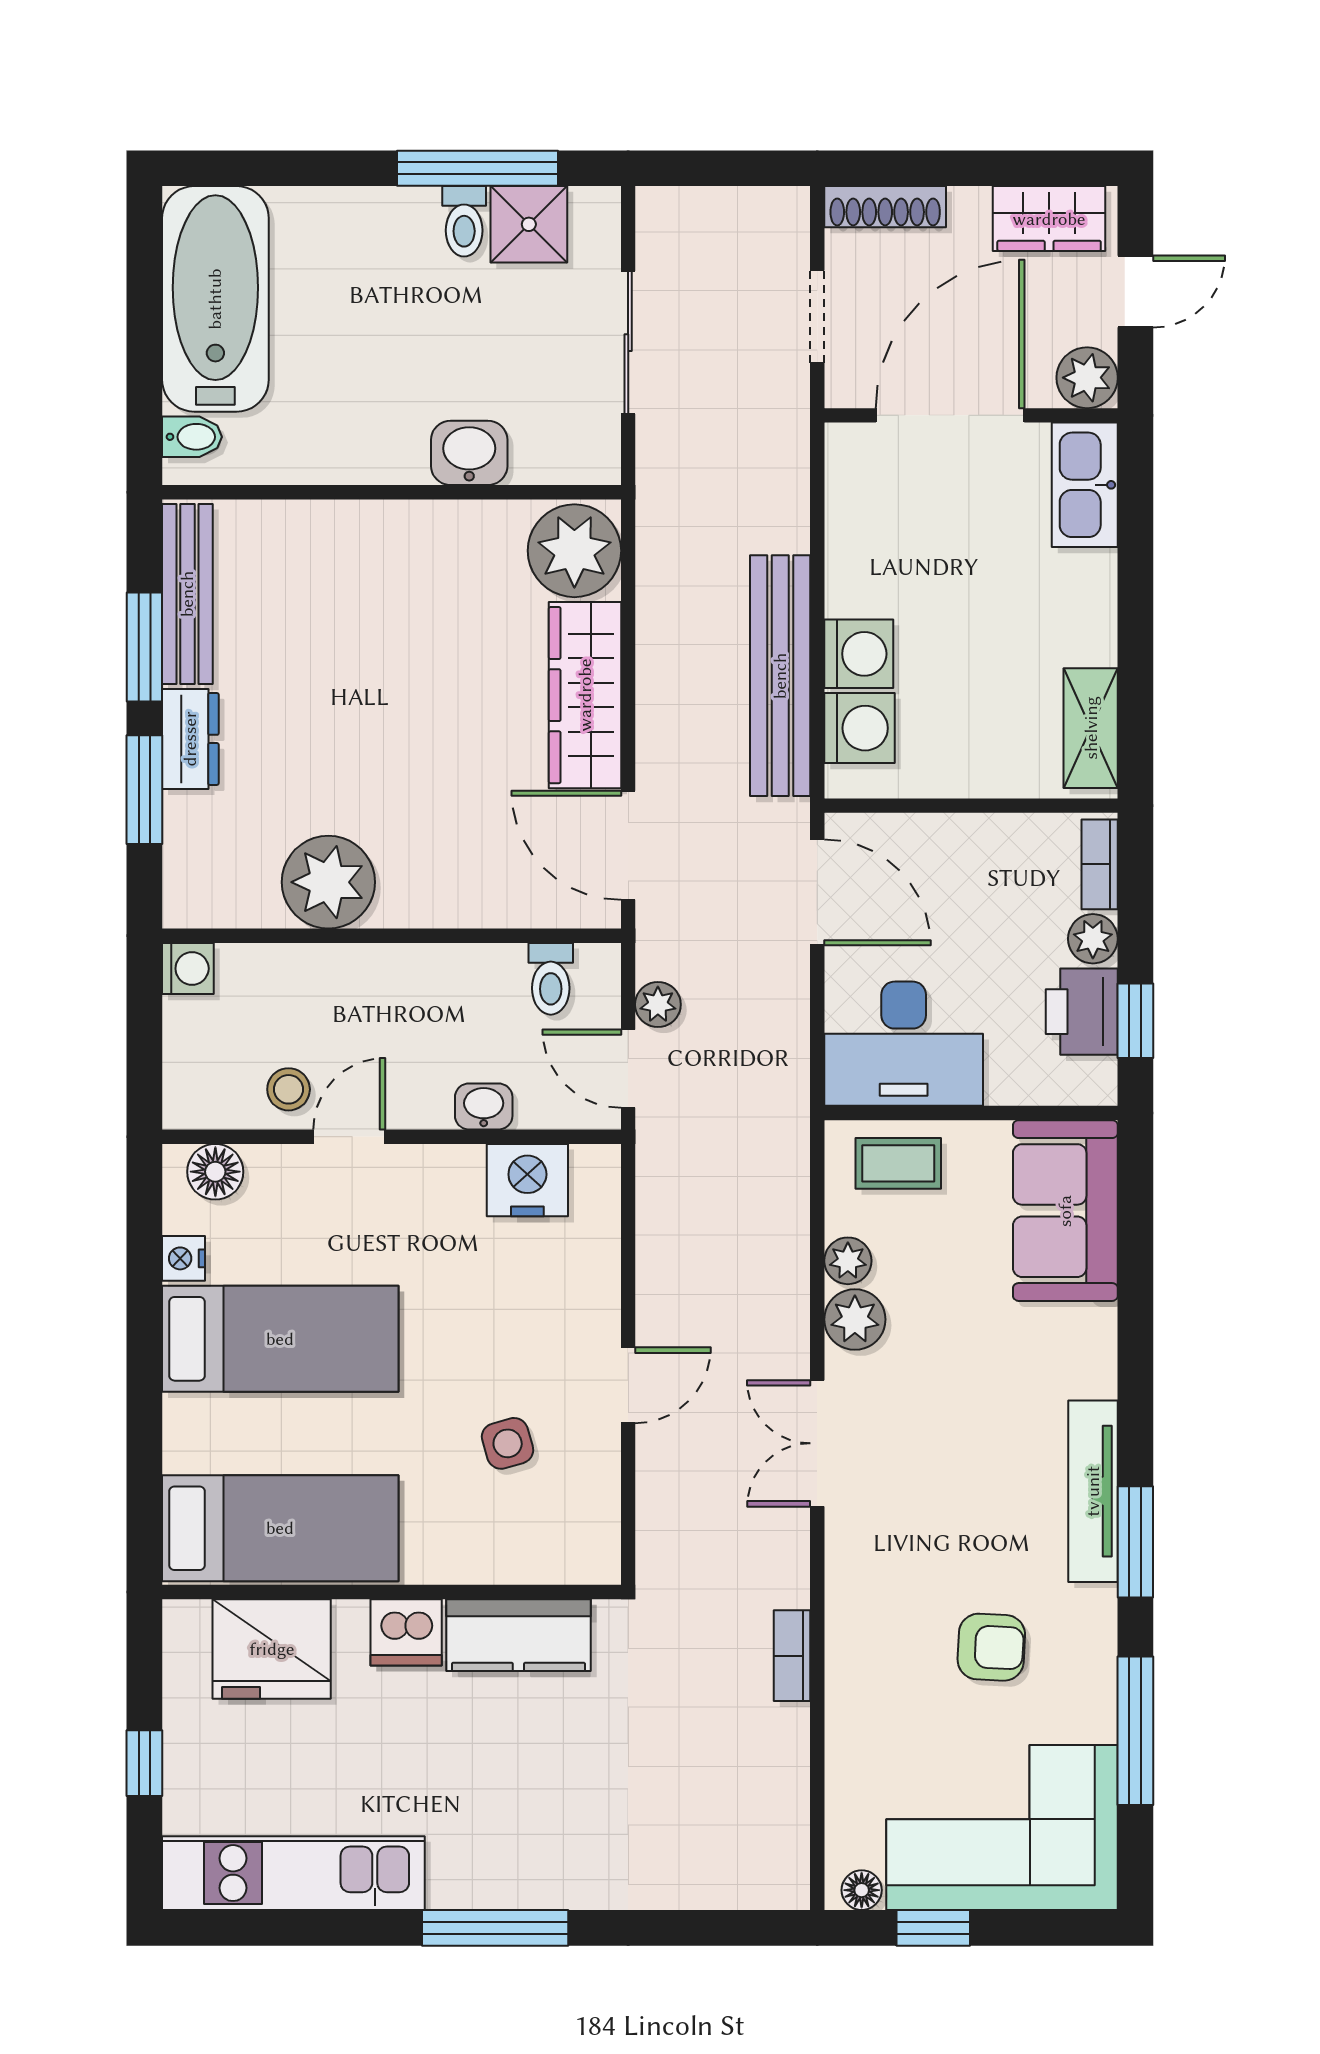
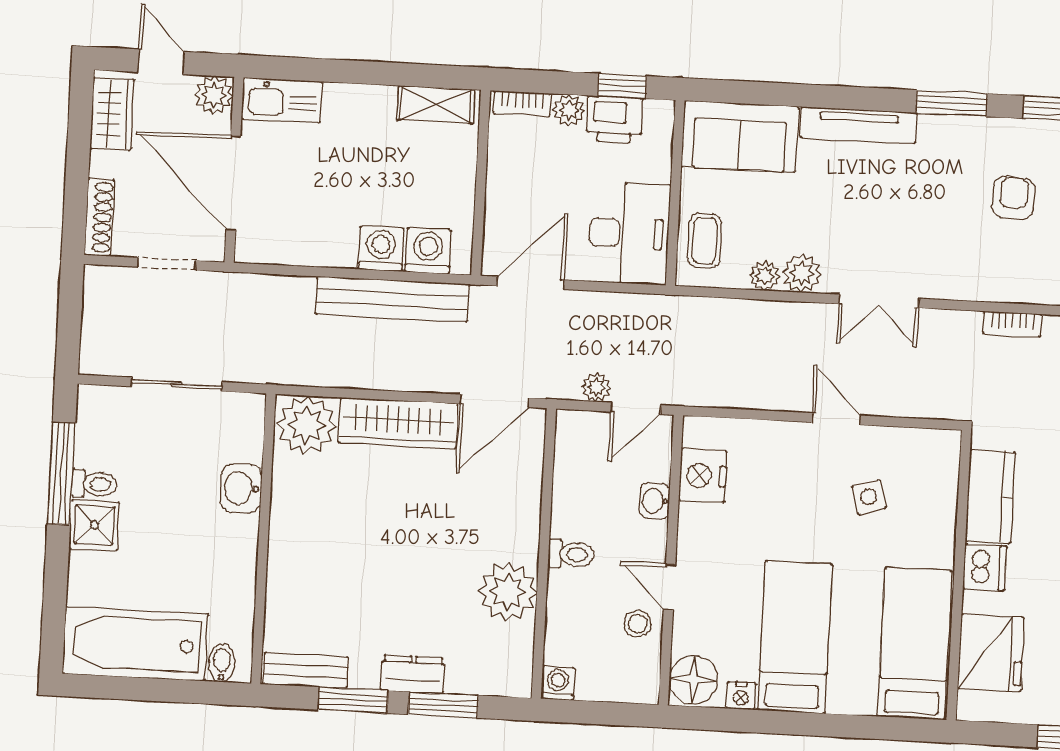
shower: (529, 224) -> (94, 525), moved
bench: (187, 594) -> (306, 670), width x0.73
toilet: (551, 979) -> (571, 554), moved
floor lamp: (215, 1172) -> (693, 680), width x1.38, depth x1.38
tv unit: (1093, 1491) -> (859, 125), moved

